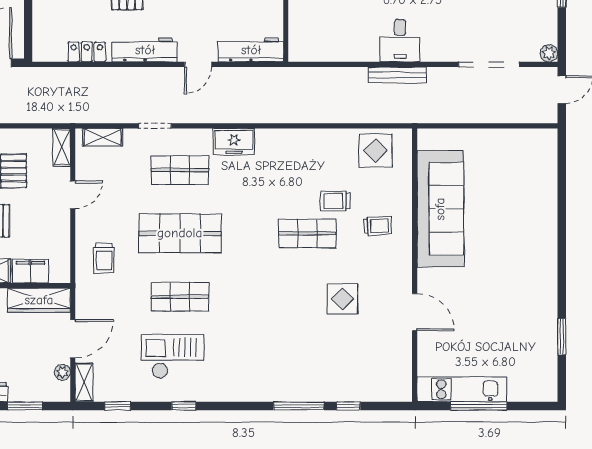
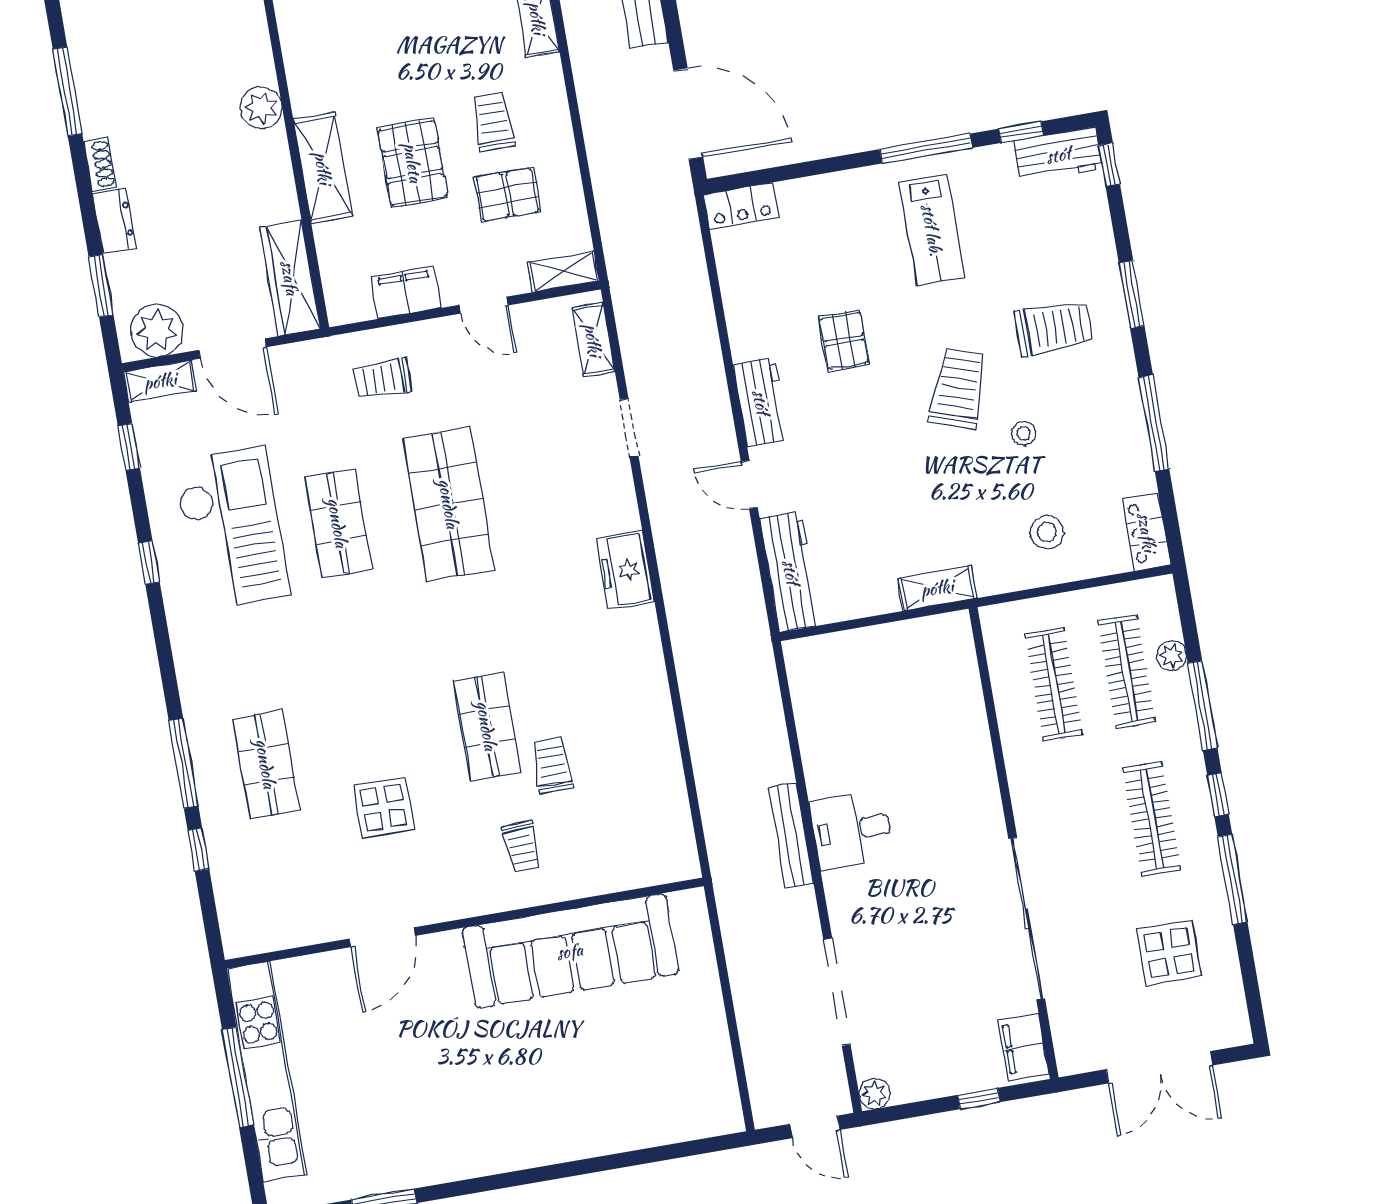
workbench: (145, 50) -> (761, 402), width x0.73
locker: (87, 52) -> (741, 206), moved, turned 90
display table: (376, 151) -> (652, 820), removed
shop shelf: (180, 170) -> (266, 764), moved
filing cabinet: (30, 271) -> (406, 293), moved, turned -90
checkout: (172, 357) -> (231, 528), width x1.36, depth x1.21
plant: (62, 372) -> (157, 331), width x1.88, depth x1.88
kitchen unit: (462, 389) -> (267, 1071), width x1.36

